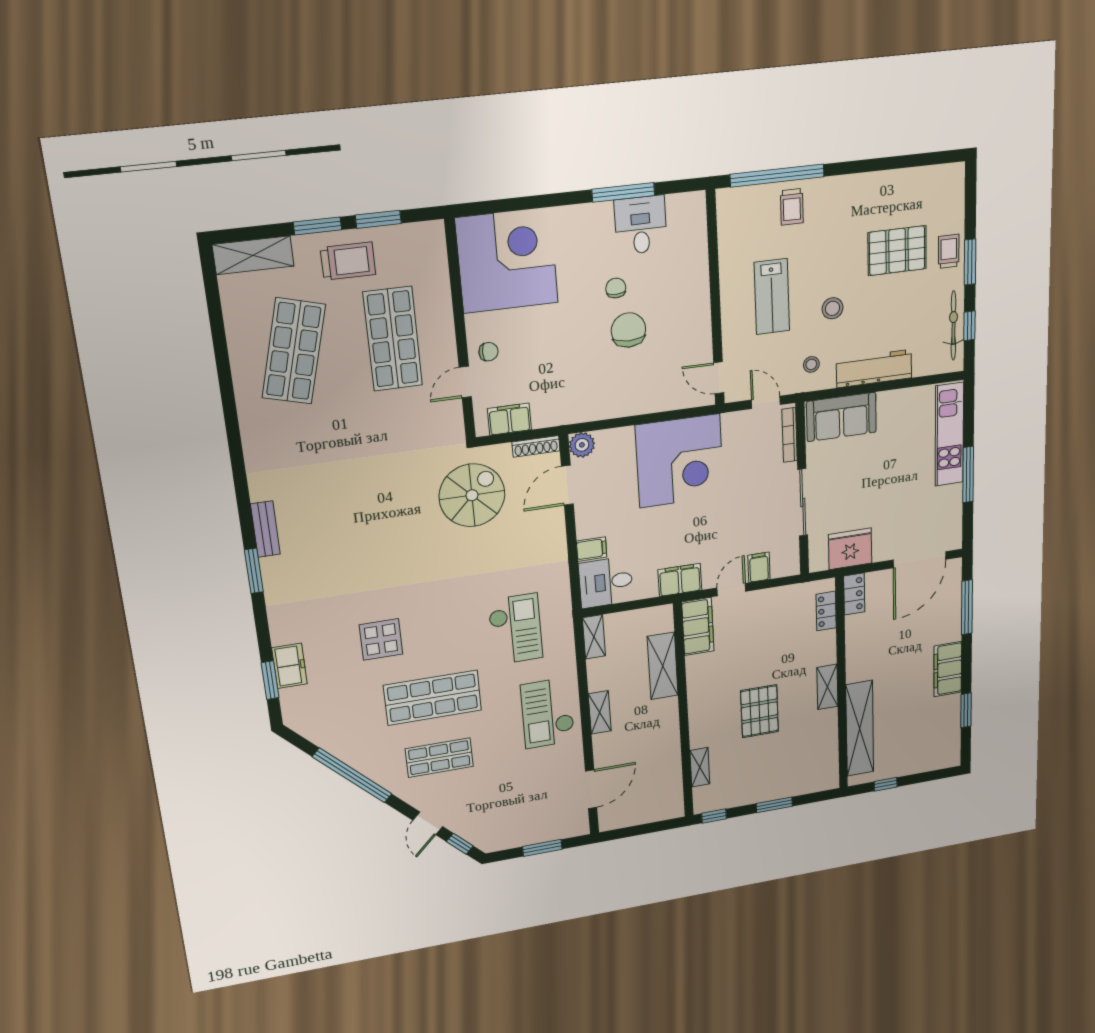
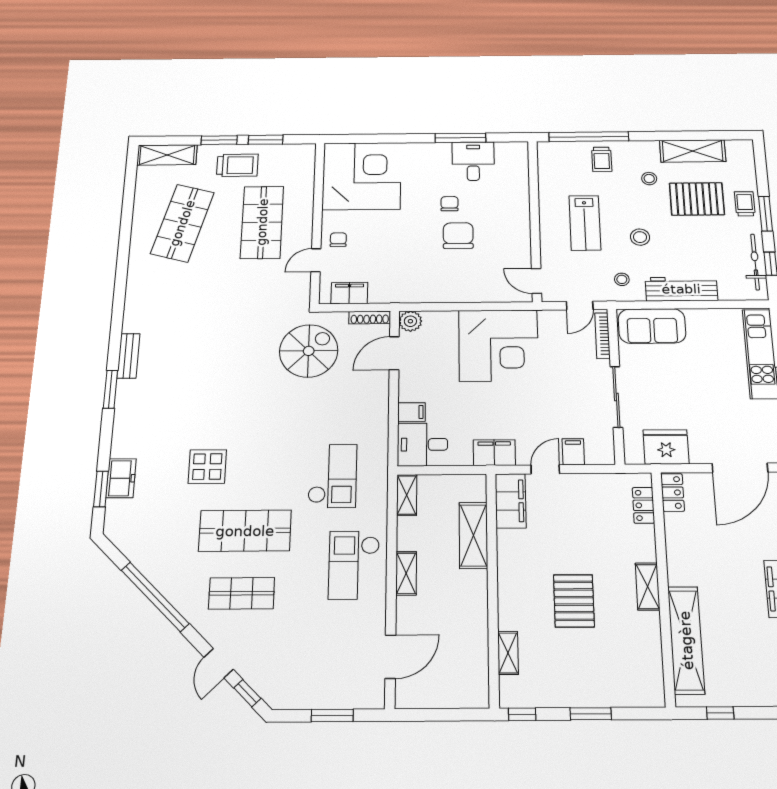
shelving: (896, 184) -> (693, 151), added
stool: (845, 228) -> (649, 179), added
chair: (488, 352) -> (338, 240), turned -90
door: (766, 402) -> (580, 306), swing flipped

